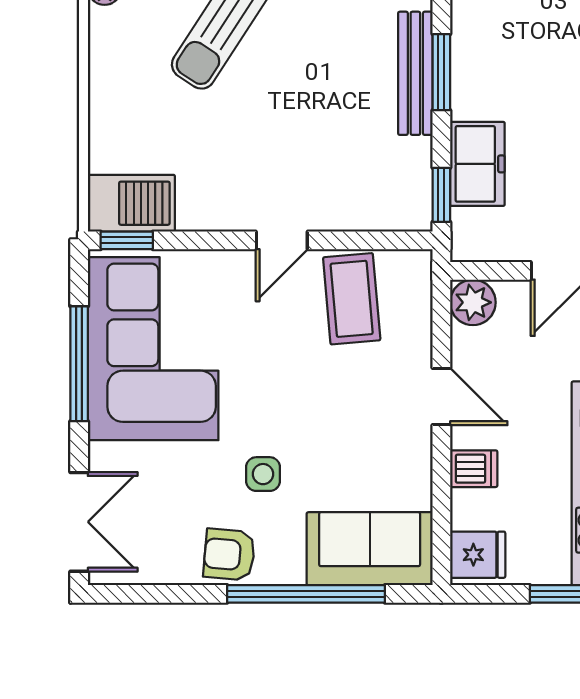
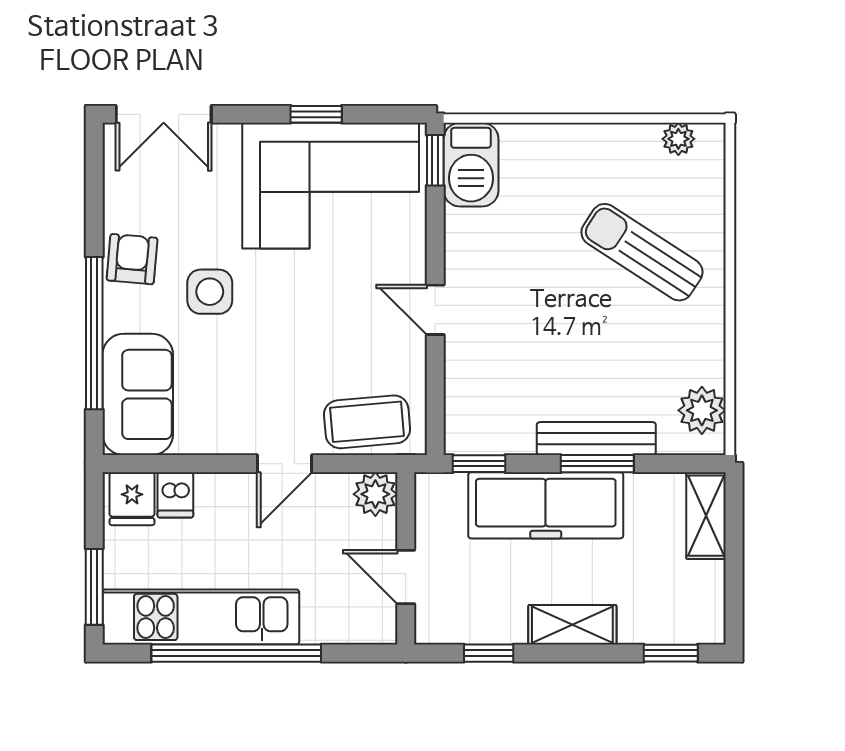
freezer: (477, 164) -> (546, 505), width x1.91, depth x1.26
coffee table: (352, 299) -> (367, 422), moved
window: (79, 364) -> (316, 114), width x0.46
dishwasher: (474, 469) -> (175, 495), moved
side table: (263, 474) -> (210, 292), width x1.37, depth x1.37

